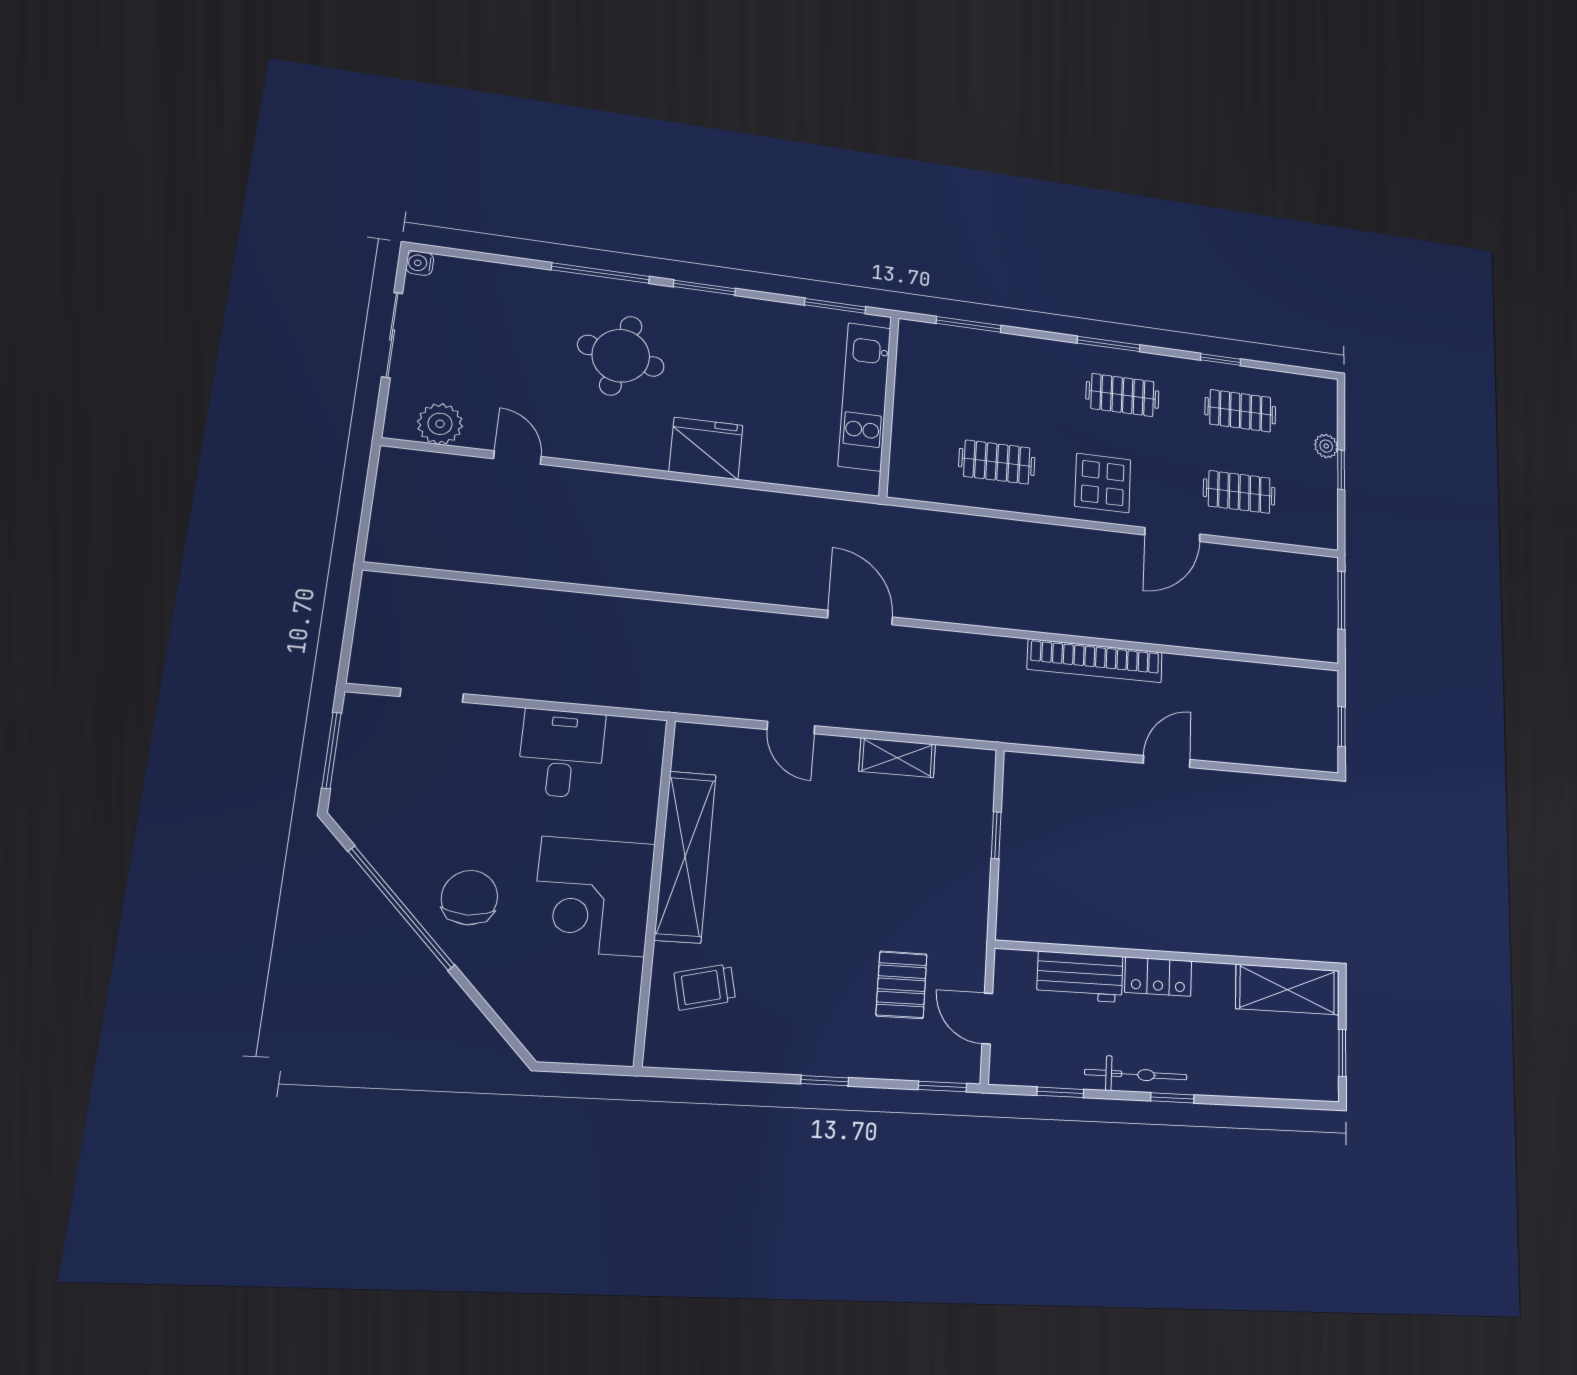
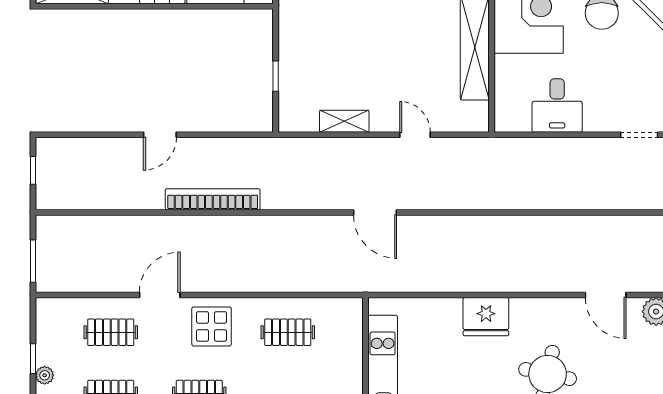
door: (517, 458) -> (606, 295), width x1.38

